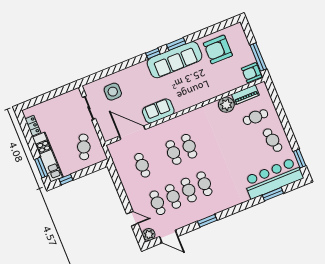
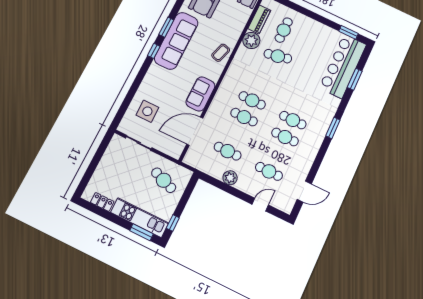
coffee table: (197, 95) -> (221, 53), added
cafe table: (273, 140) -> (278, 56), moved
cafe table: (173, 196) -> (277, 154), removed
window: (207, 221) -> (333, 128), moved
plant: (149, 235) -> (230, 178), moved

